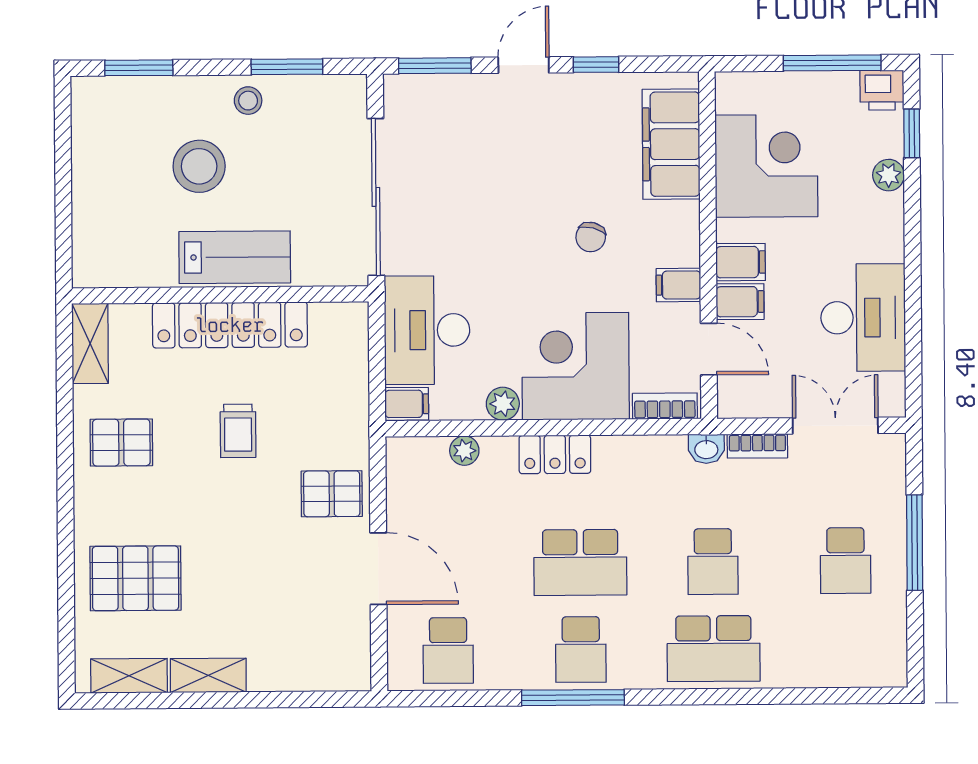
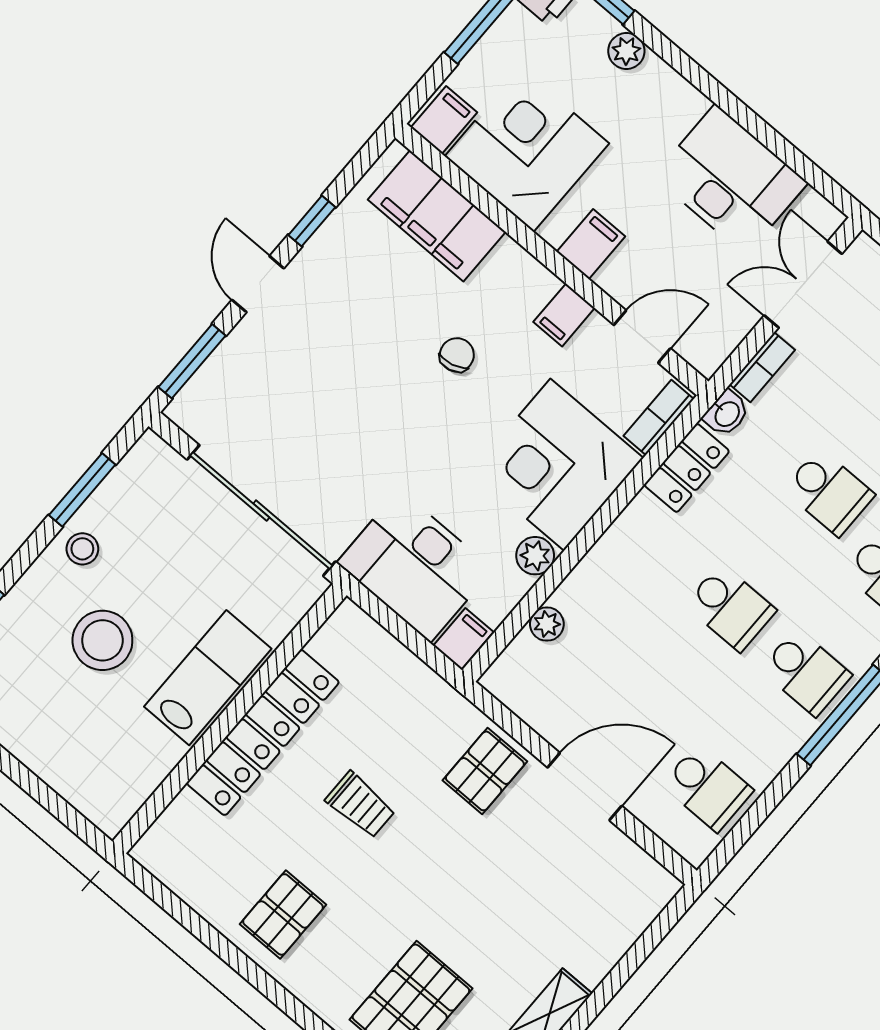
chair: (591, 237) -> (457, 355), turned -119
filing cabinet: (740, 302) -> (444, 120), moved
shelving: (90, 344) -> (174, 867), removed
locker: (555, 454) -> (687, 468), moved
school desk: (580, 562) -> (730, 608), width x0.54

